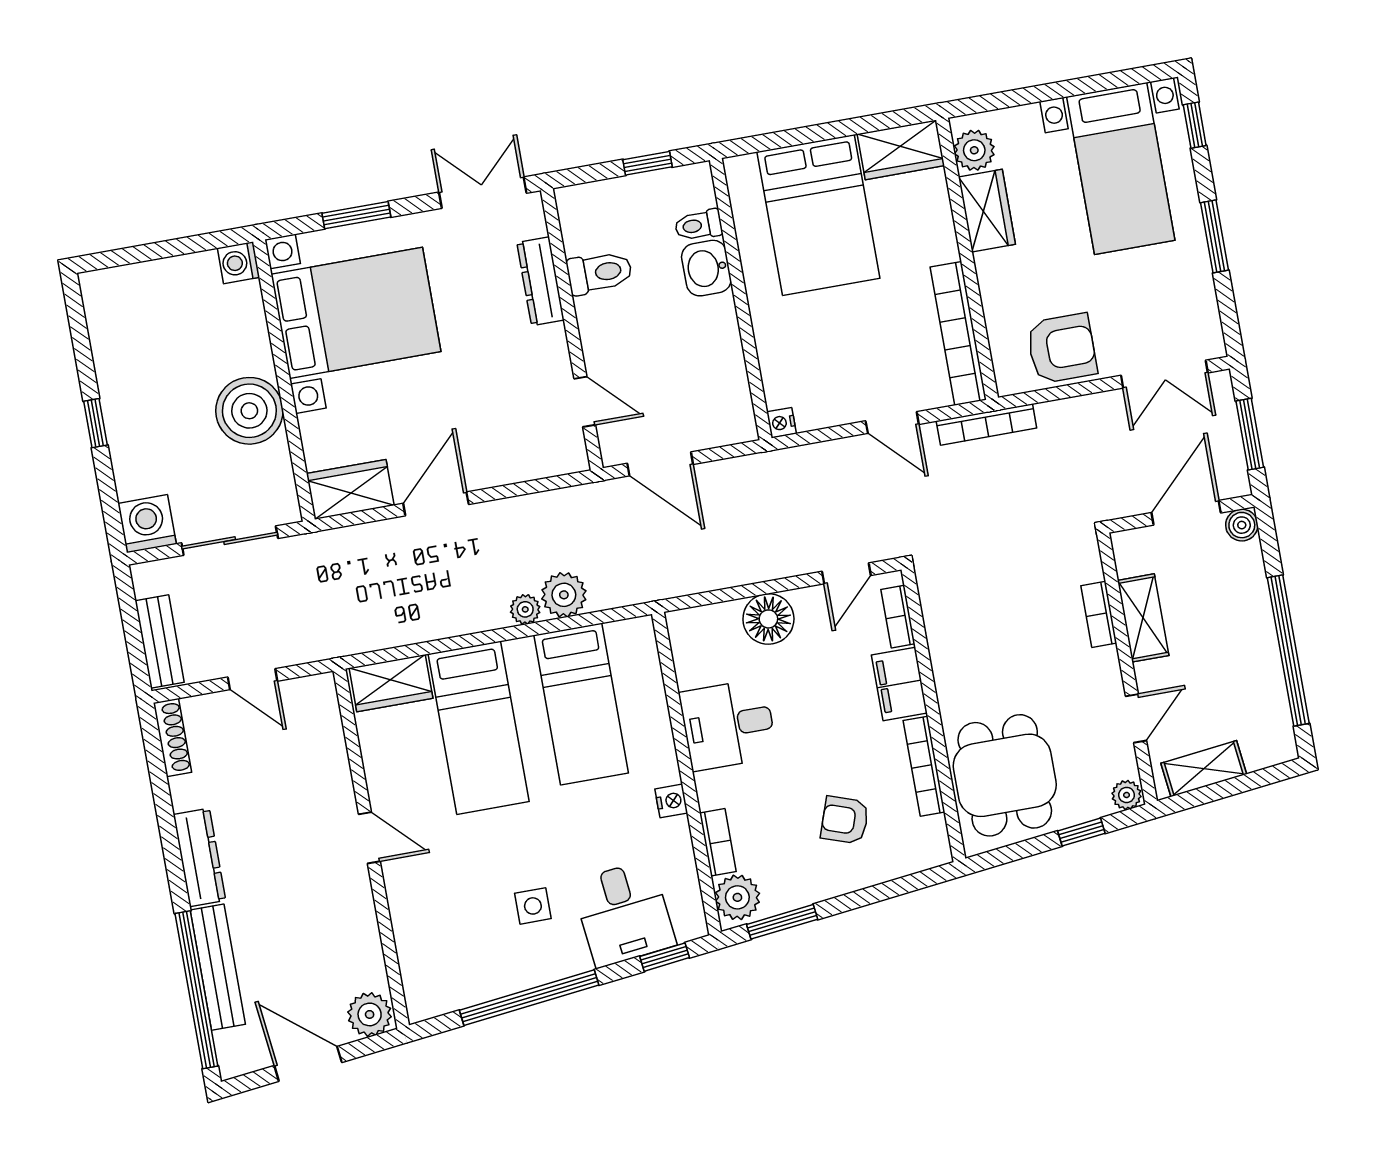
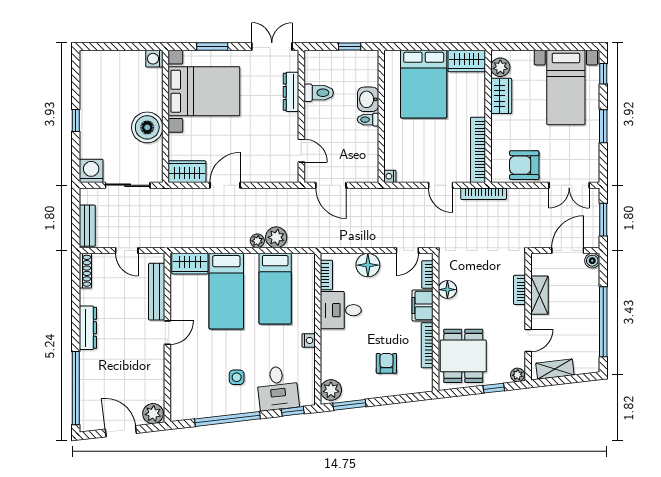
toilet: (699, 225) -> (368, 120), moved
armchair: (1062, 348) -> (524, 165), turned 180
floor lamp: (946, 641) -> (447, 290), added
armchair: (845, 820) -> (386, 363), turned 71
door: (369, 838) -> (167, 333), hinge flipped
bookcase: (718, 842) -> (326, 275), moved
bench: (218, 967) -> (157, 292), moved

